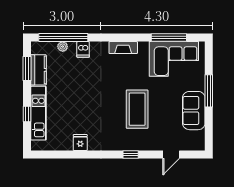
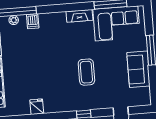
fireplace: (123, 48) -> (79, 16), moved
coffee table: (137, 109) -> (86, 72), width x0.73, depth x0.76

